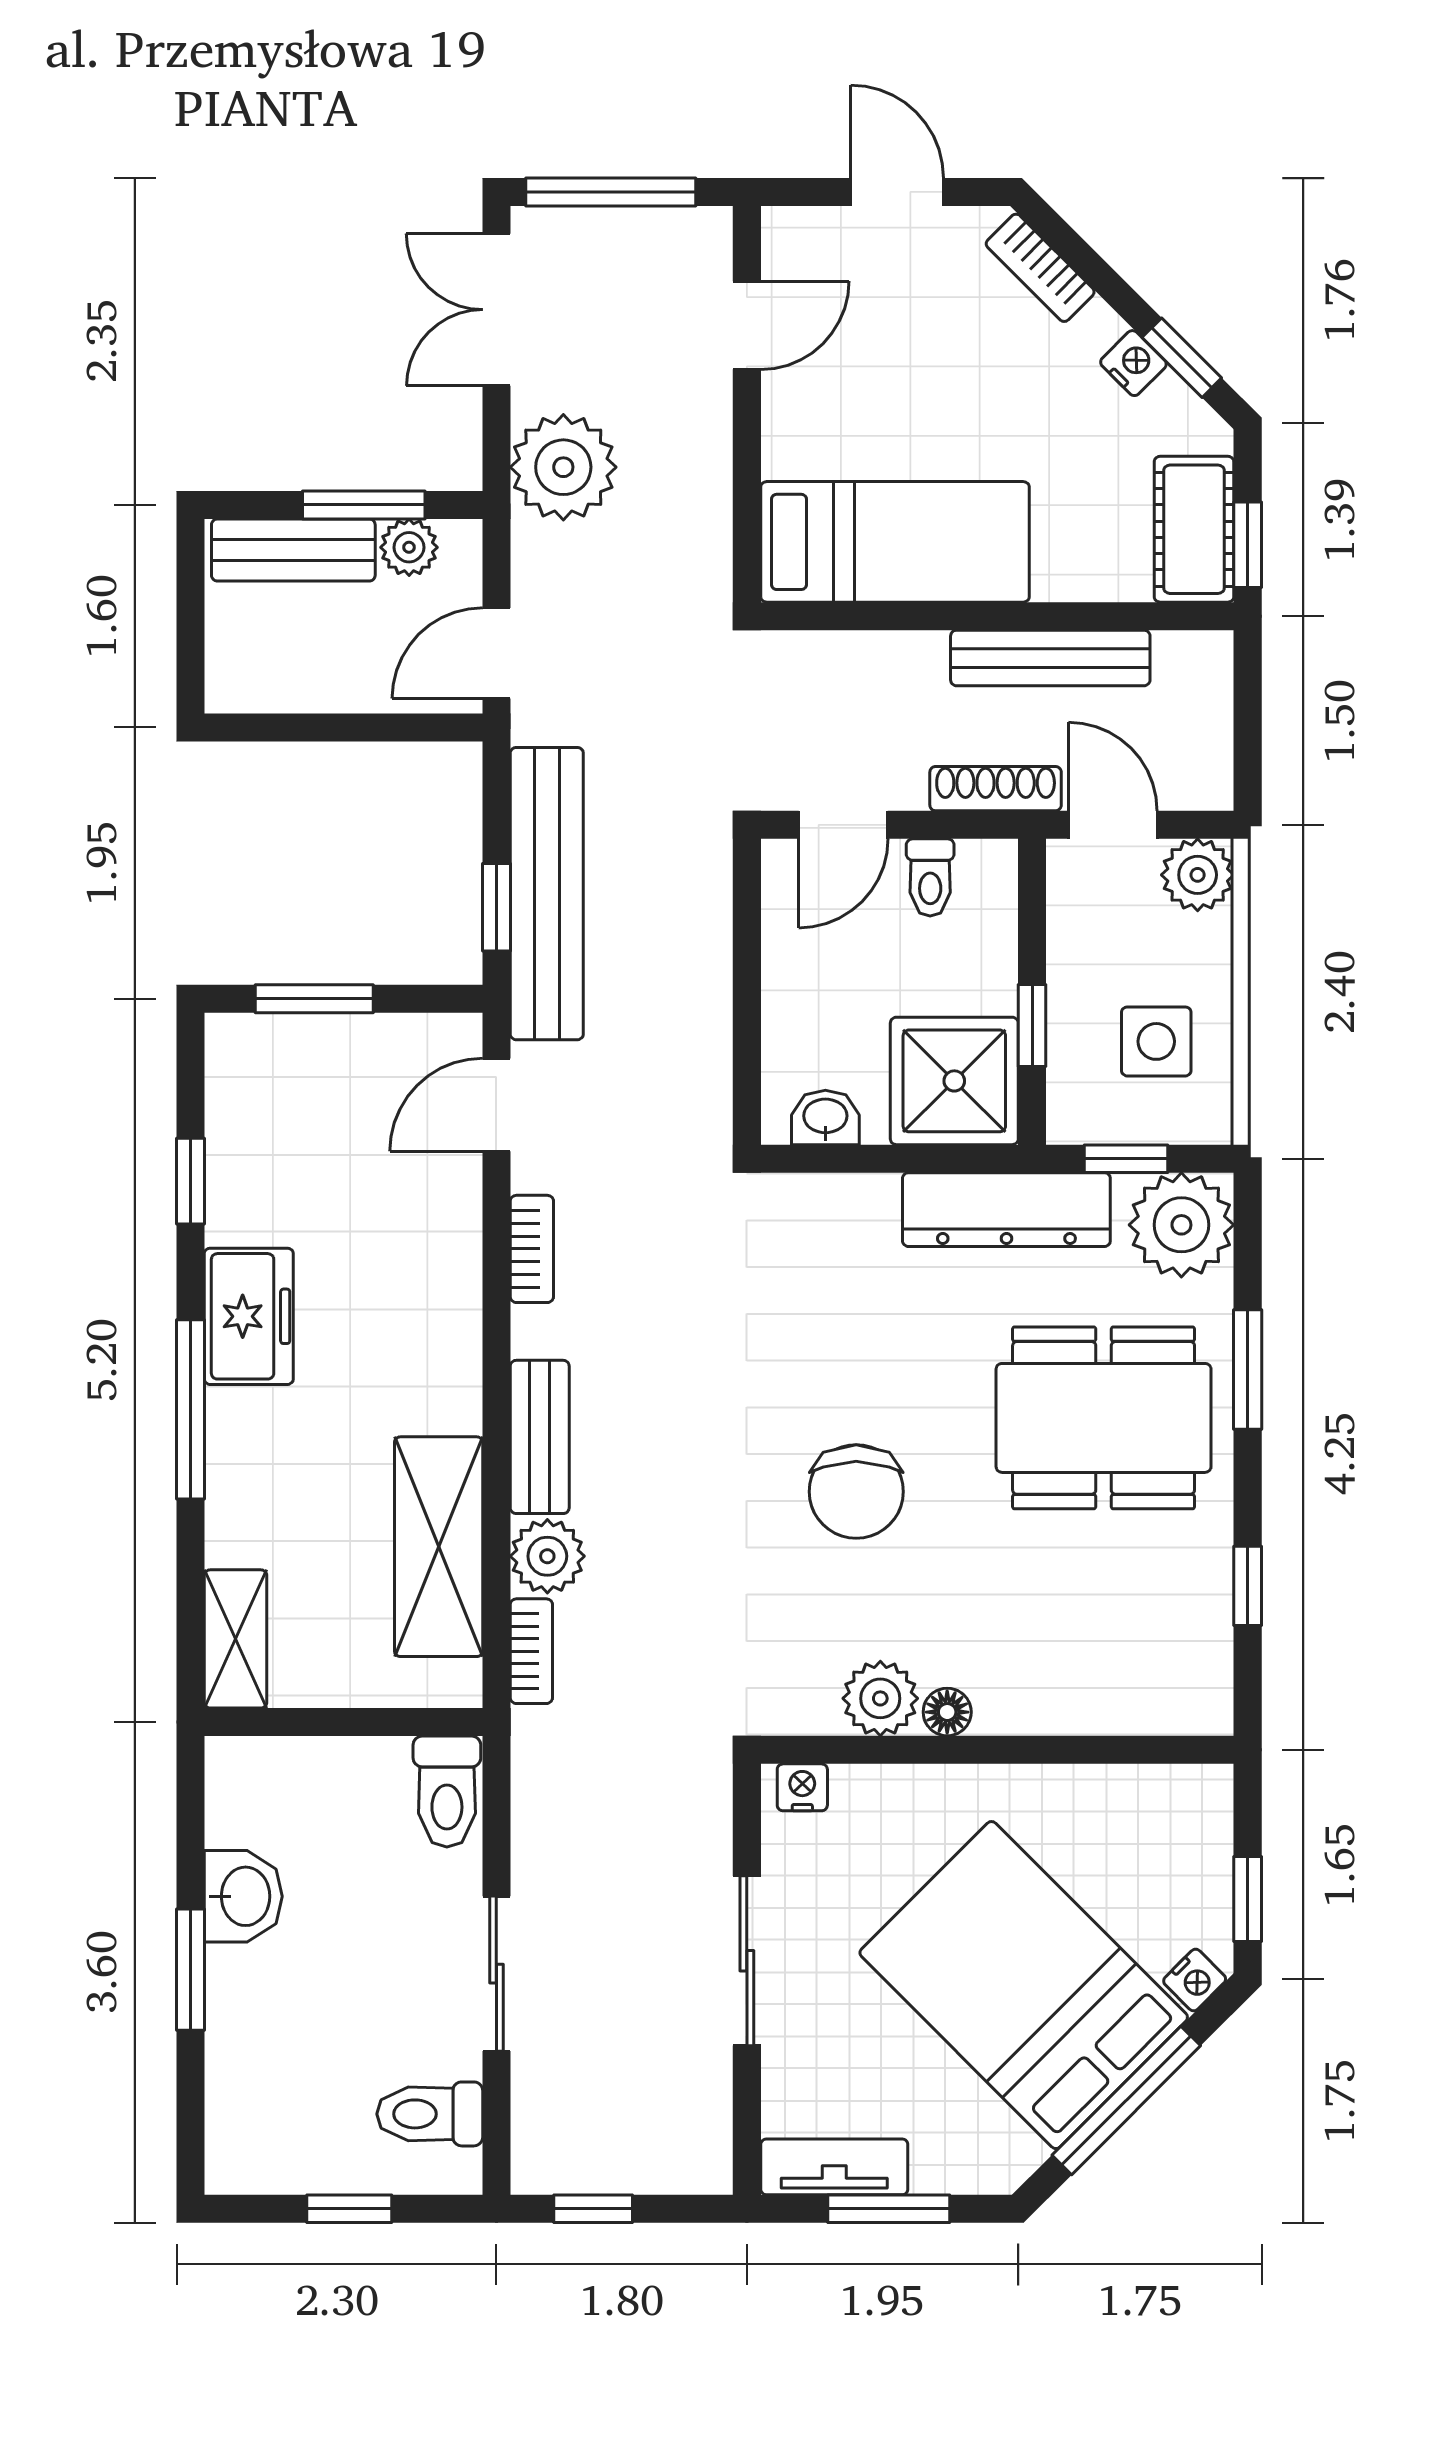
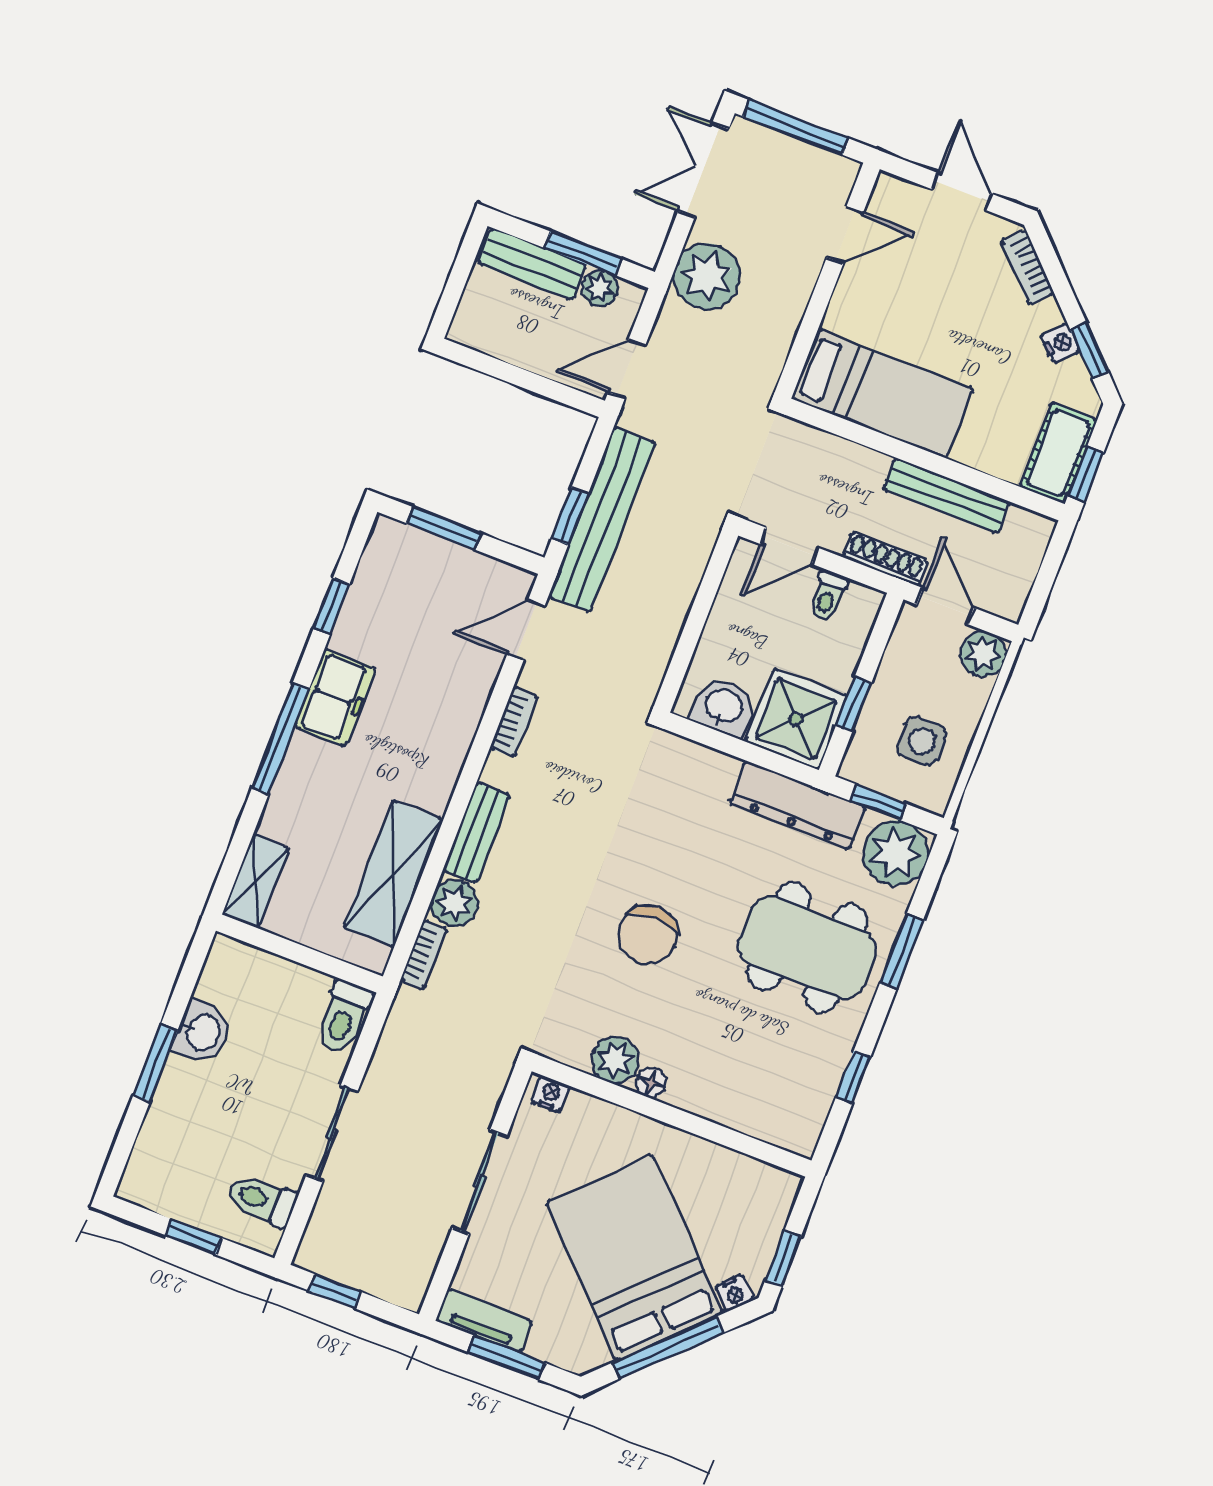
washbasin: (825, 1117) -> (724, 707), width x1.38, depth x1.45

